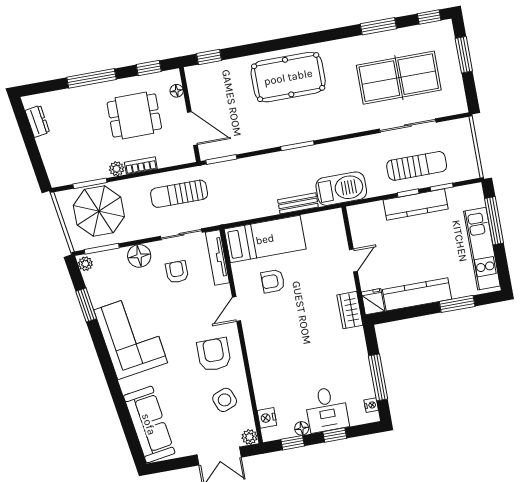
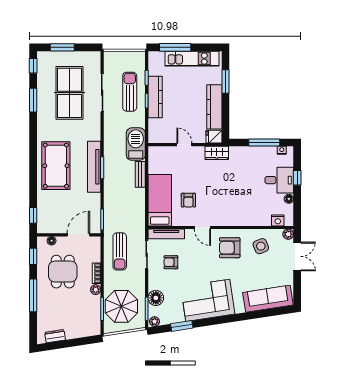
tv unit: (297, 134) -> (94, 167), added
floor lamp: (139, 256) -> (156, 298), moved
window: (293, 443) -> (297, 206), removed

